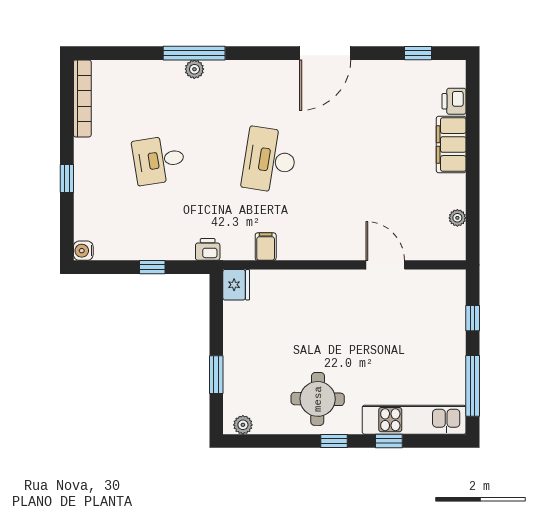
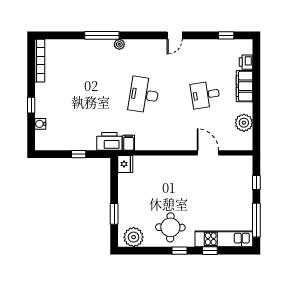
door: (325, 53) -> (175, 35), width x0.53
plant: (194, 69) -> (119, 44), moved
desk: (159, 160) -> (205, 95), moved
plant: (457, 218) -> (244, 123), width x1.88, depth x1.88
filing cabinet: (266, 247) -> (129, 143), moved
printer: (208, 249) -> (109, 141), width x1.87, depth x1.48
water cooler: (83, 251) -> (40, 124), moved
plant: (243, 425) -> (134, 237), width x1.87, depth x1.87

